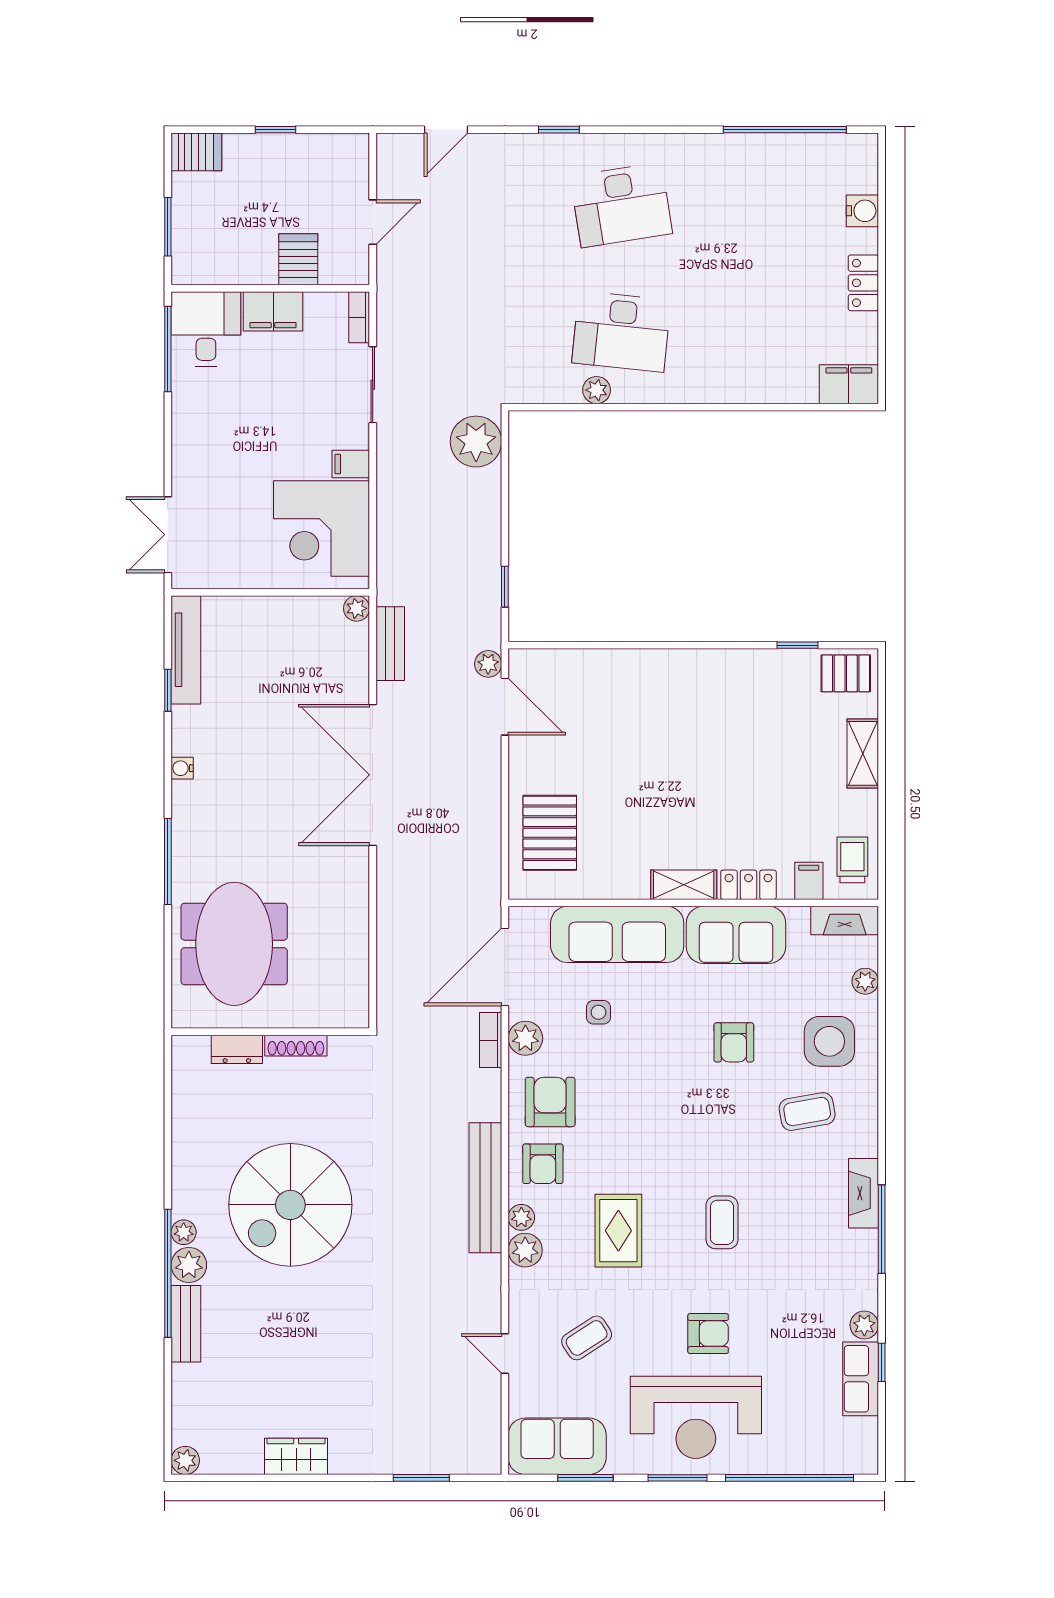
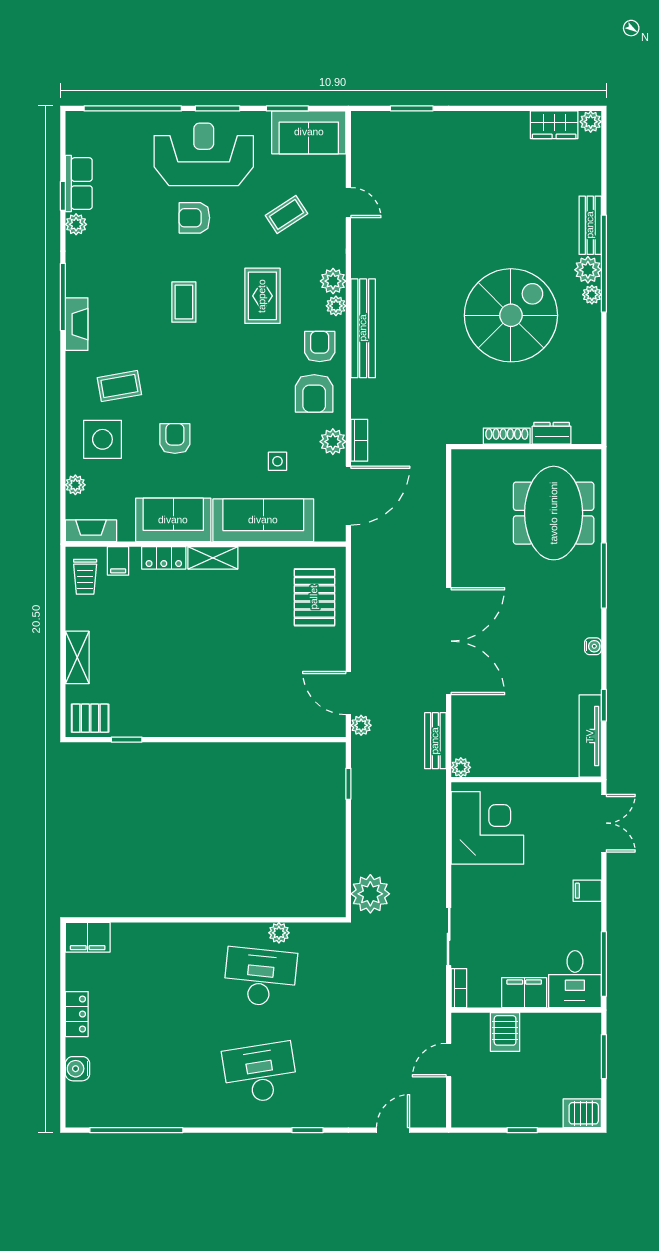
filing cabinet: (351, 464) -> (587, 891), moved, turned 180
wardrobe: (296, 1456) -> (554, 125), moved

